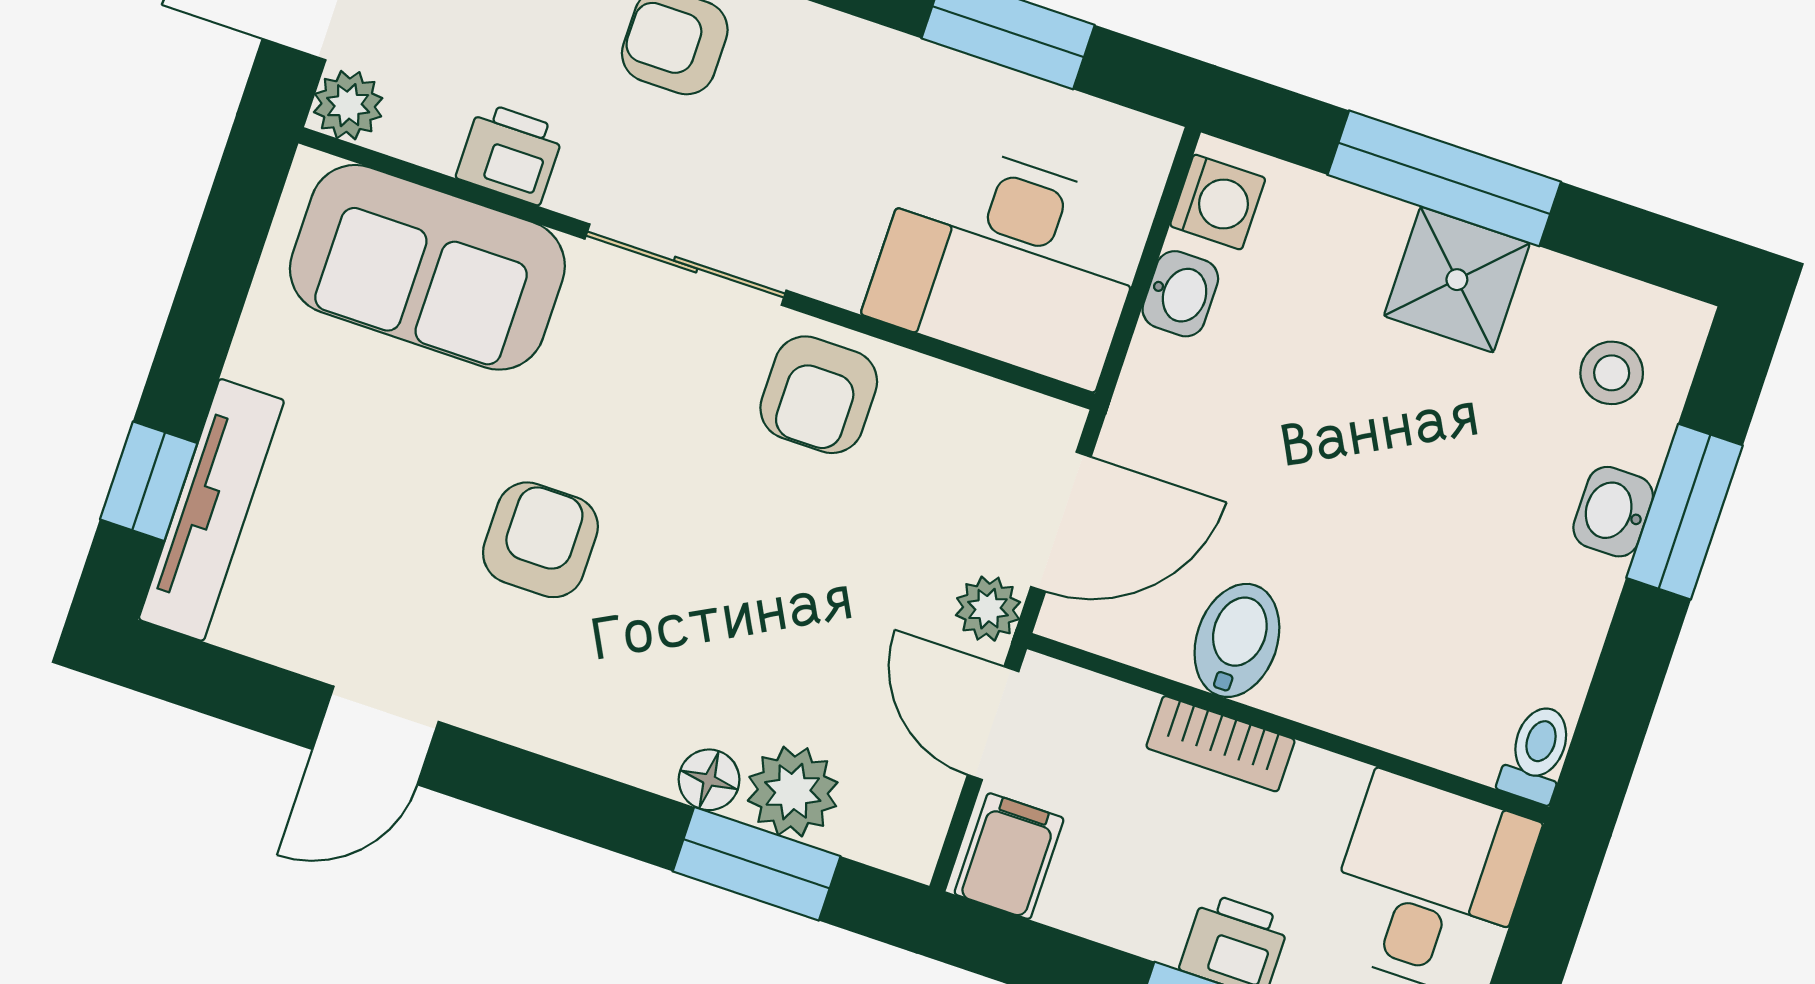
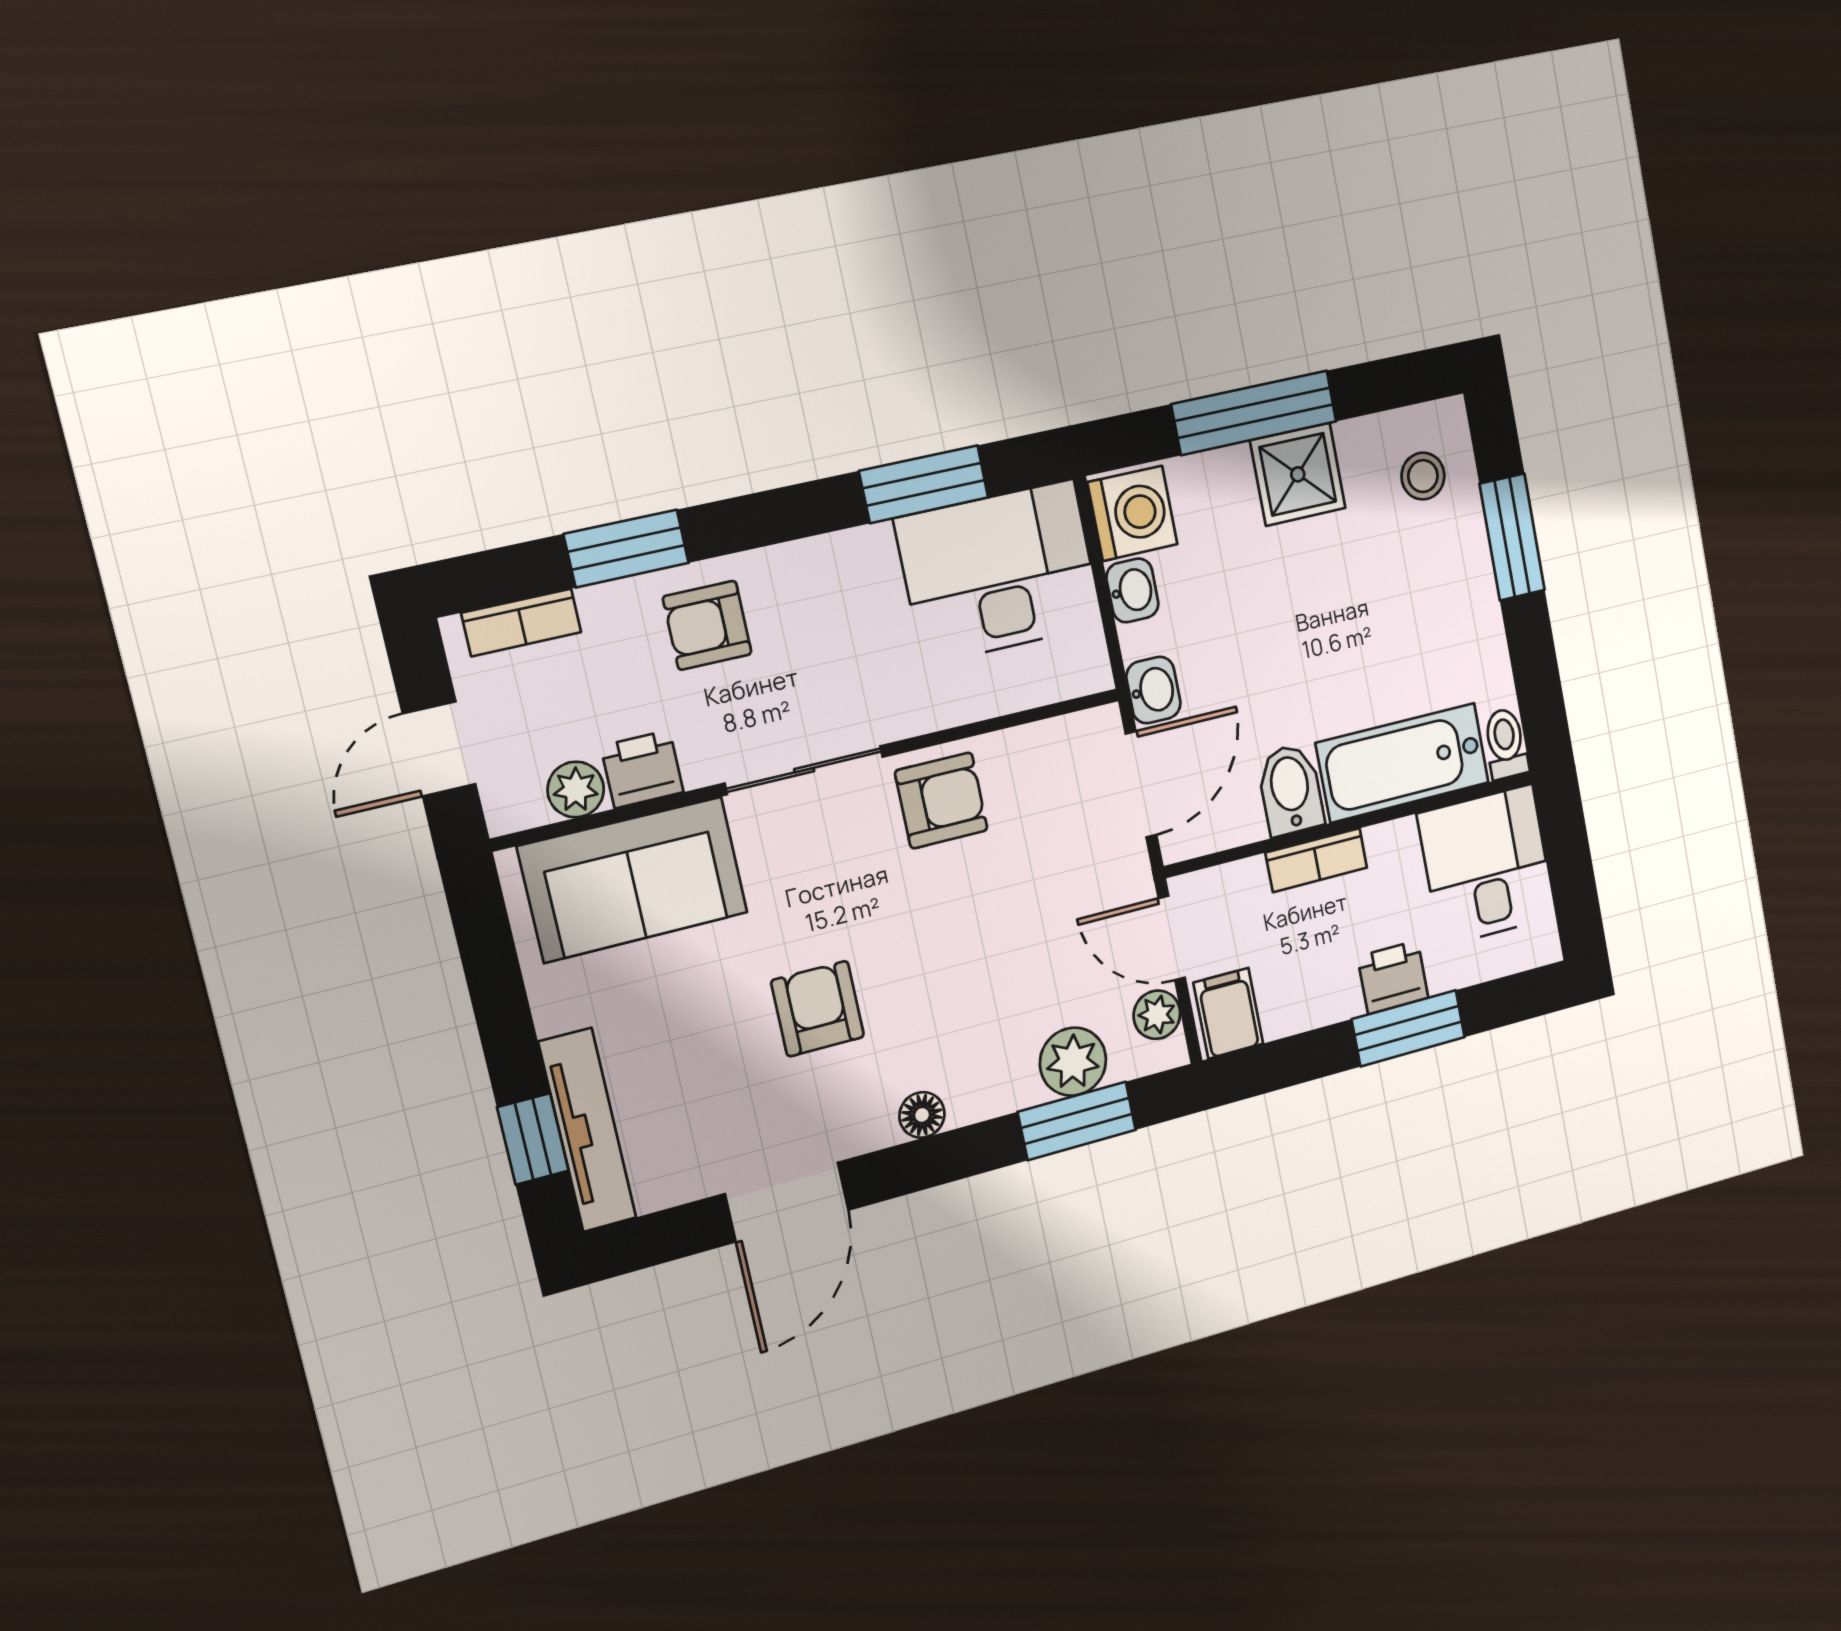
plant: (348, 105) -> (576, 790), moved
washing machine: (1218, 202) -> (1132, 513), width x1.38, depth x1.38
desk: (1009, 262) -> (999, 572), moved, turned 180
armchair: (819, 395) -> (941, 800), turned -90
washbasin: (1613, 512) -> (1153, 690), moved, turned 180
plant: (988, 609) -> (1157, 1015), moved
bathtub: (1394, 695) -> (1403, 763), added
door: (376, 736) -> (787, 1202), width x1.38
floor lamp: (709, 780) -> (922, 1115), moved

